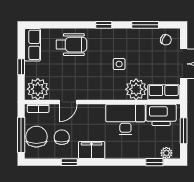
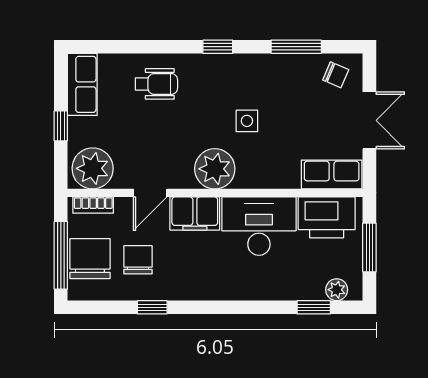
wheelchair: (71, 45) -> (156, 84), width x0.73, depth x0.73
plant: (136, 89) -> (215, 169), moved
filing cabinet: (92, 150) -> (195, 214), moved, turned 180

